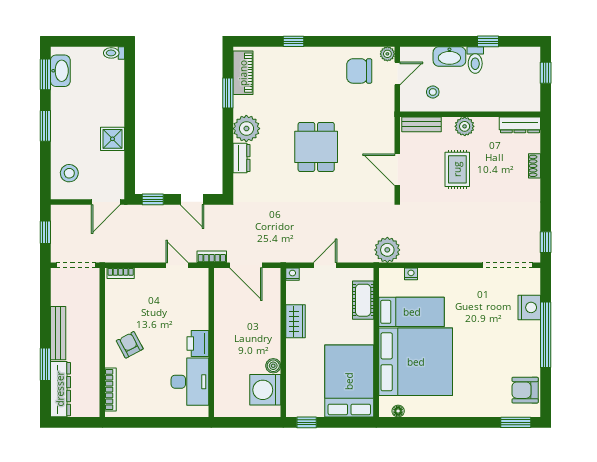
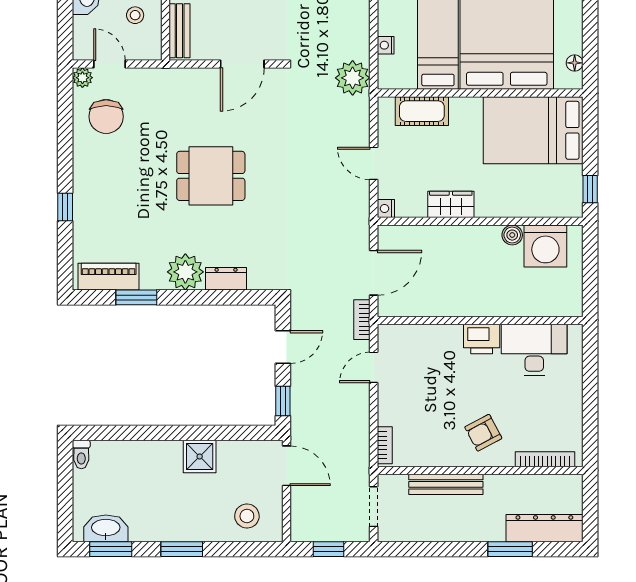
doorway: (76, 265) -> (374, 507), width x0.73
bench: (58, 333) -> (446, 484), moved

